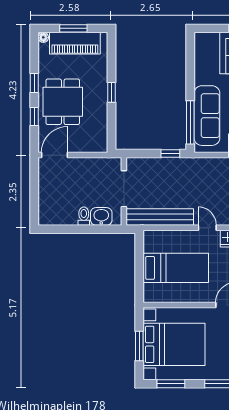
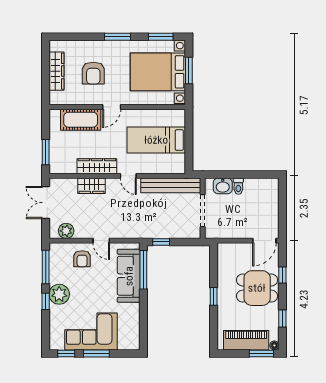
window: (73, 28) -> (261, 353), moved
window: (34, 83) -> (282, 318), moved
dining table: (63, 102) -> (257, 288), turned 90

